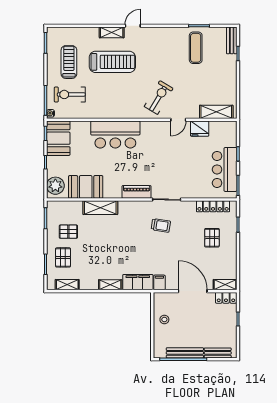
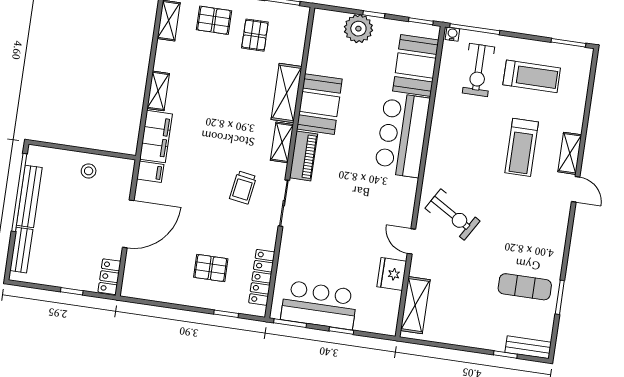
treadmill: (112, 62) -> (522, 147), width x0.73, depth x0.73
exercise bike: (70, 94) -> (478, 70), turned 180
booth: (58, 138) -> (416, 66), moved, turned 90
plant: (55, 186) -> (358, 29), moved
booth: (86, 187) -> (319, 104), moved
shelving: (225, 285) -> (282, 142), moved

